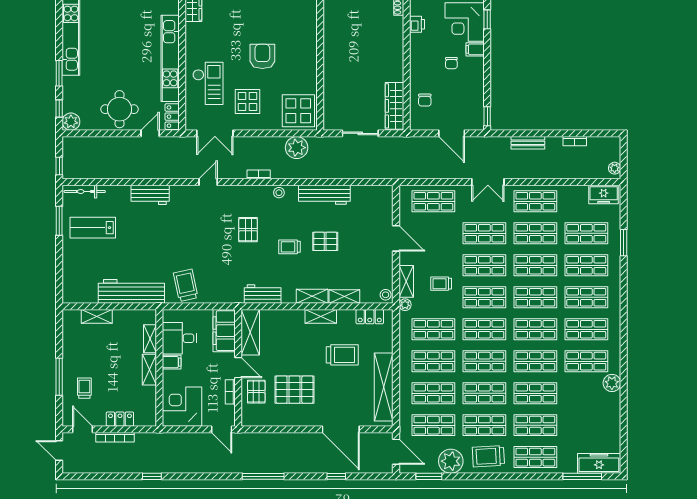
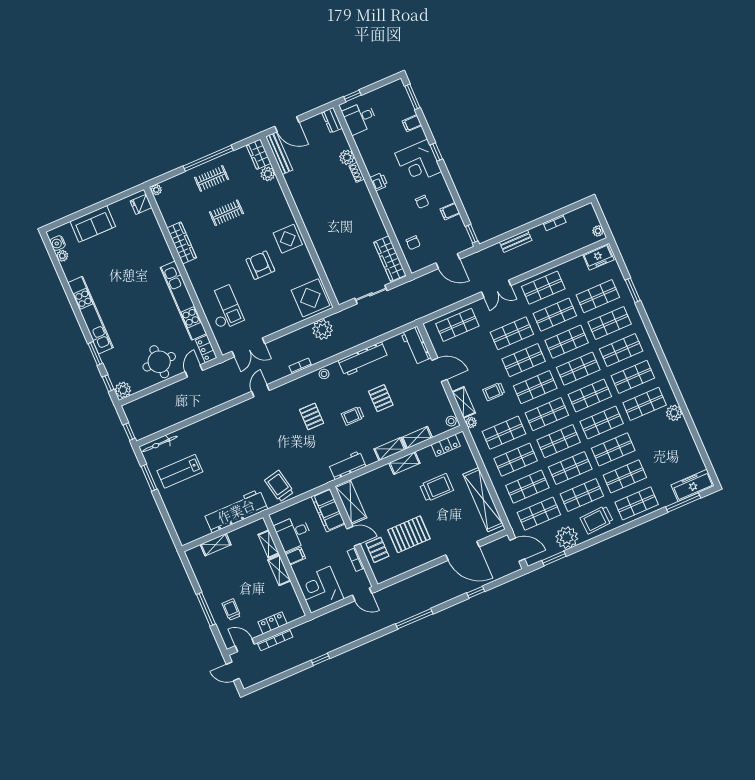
filing cabinet: (475, 49) -> (450, 211), moved
display table: (247, 101) -> (288, 239), moved
workbench: (150, 195) -> (416, 345), moved, turned 90
pallet: (325, 241) -> (381, 398), turned 90

